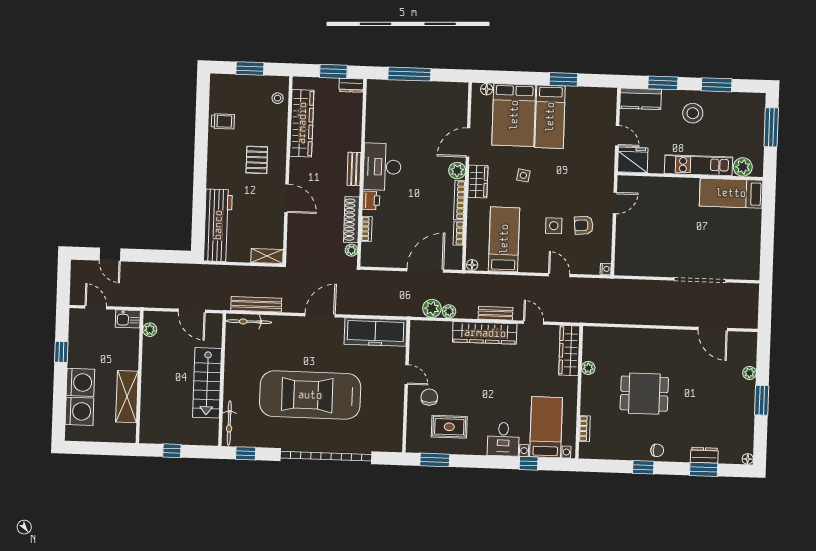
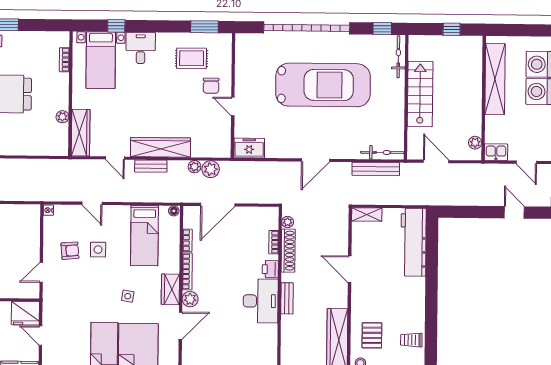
pallet: (257, 160) -> (372, 335), moved
freezer: (376, 332) -> (249, 148), width x0.52, depth x0.79
shelving: (127, 397) -> (495, 79), width x1.47

